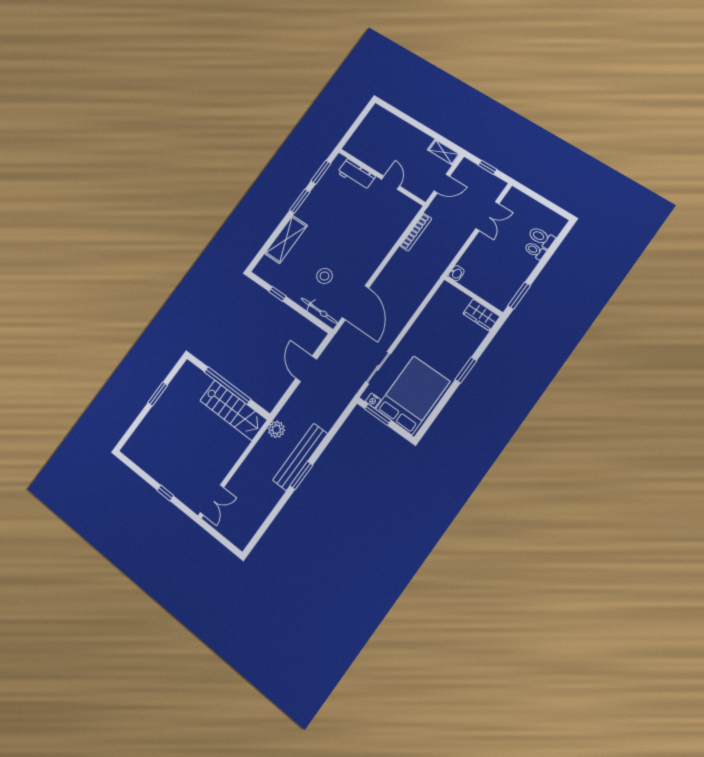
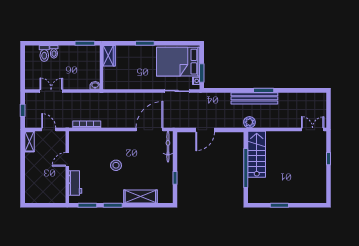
stool: (324, 276) -> (116, 165), moved

